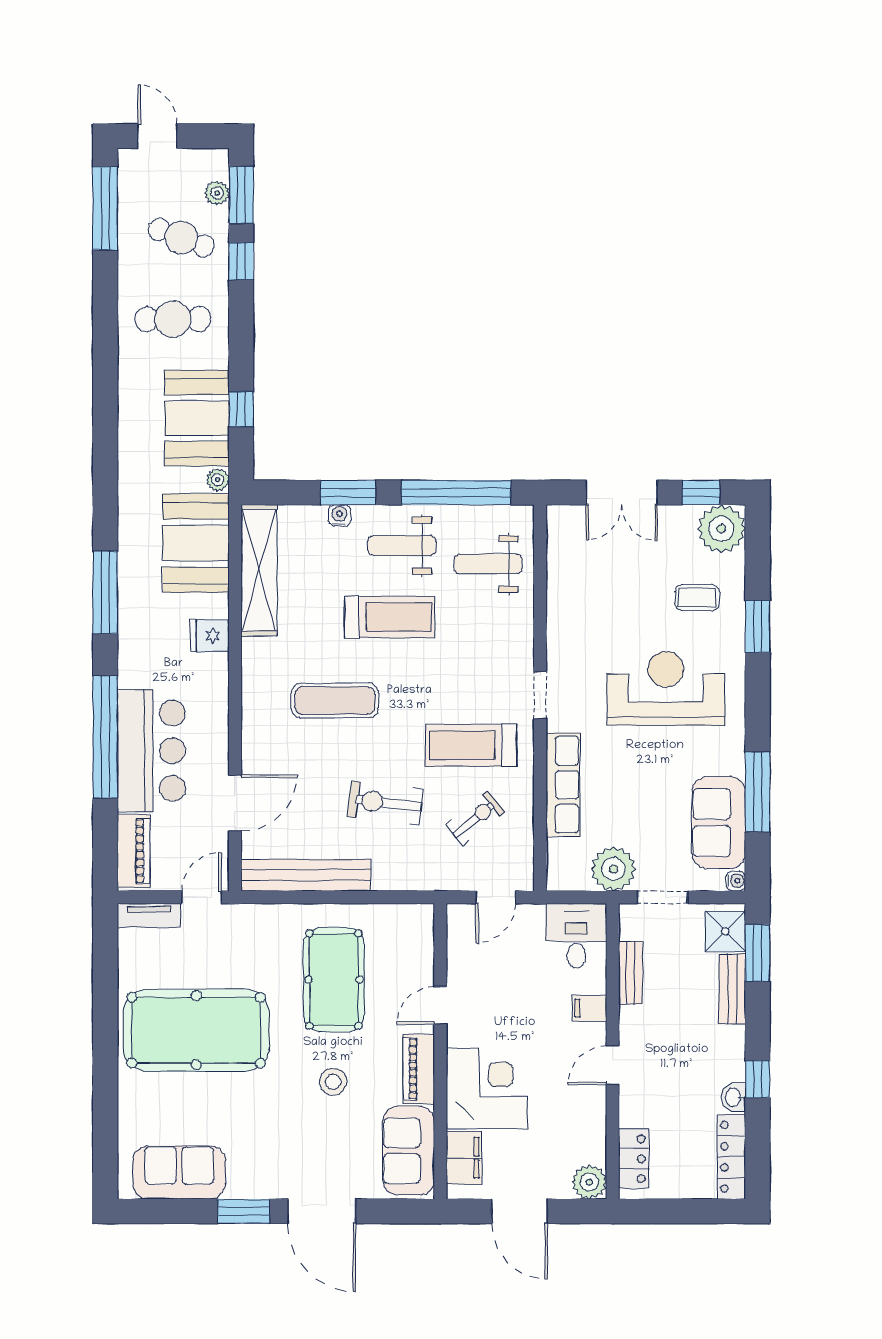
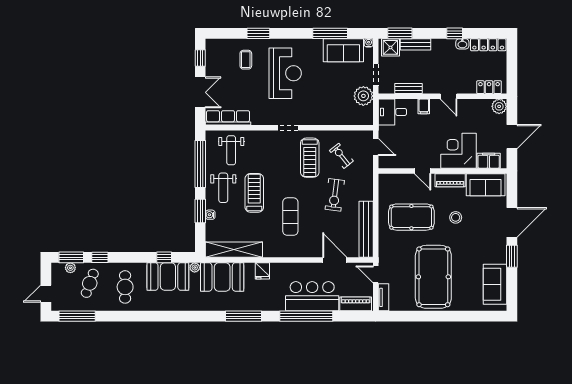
plant: (721, 529) -> (216, 49), removed
reception desk: (666, 688) -> (285, 73), turned 180
row of seats: (563, 785) -> (228, 118), moved

